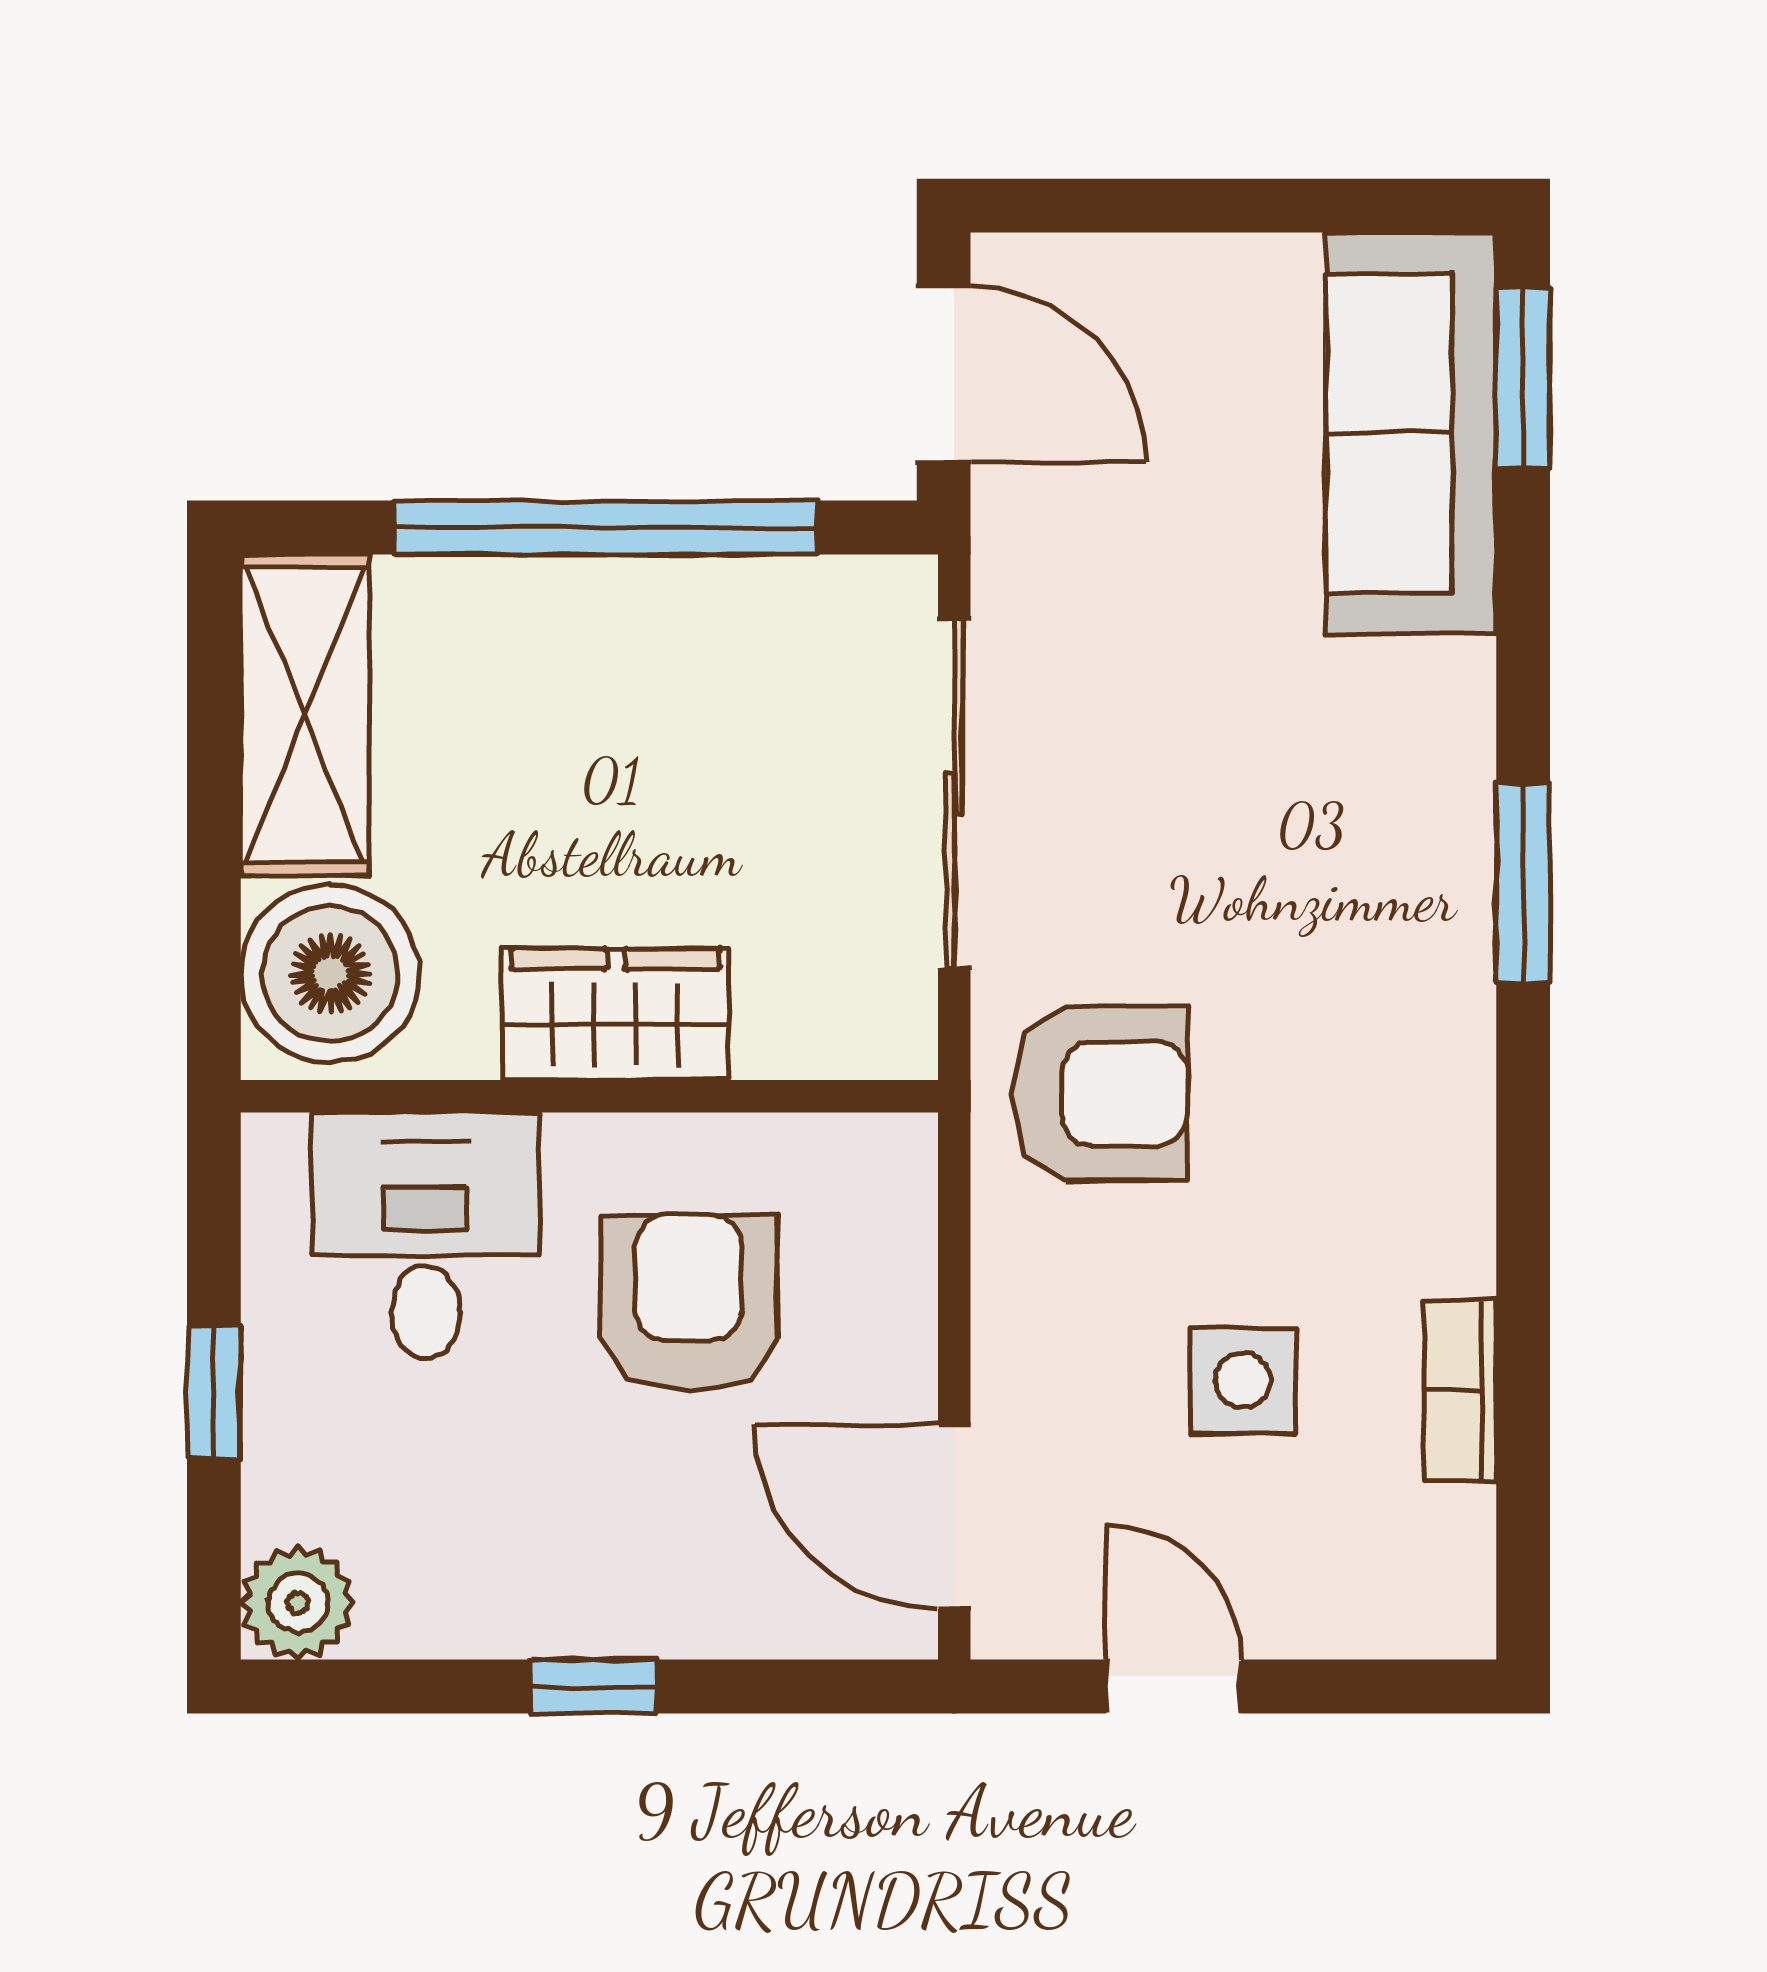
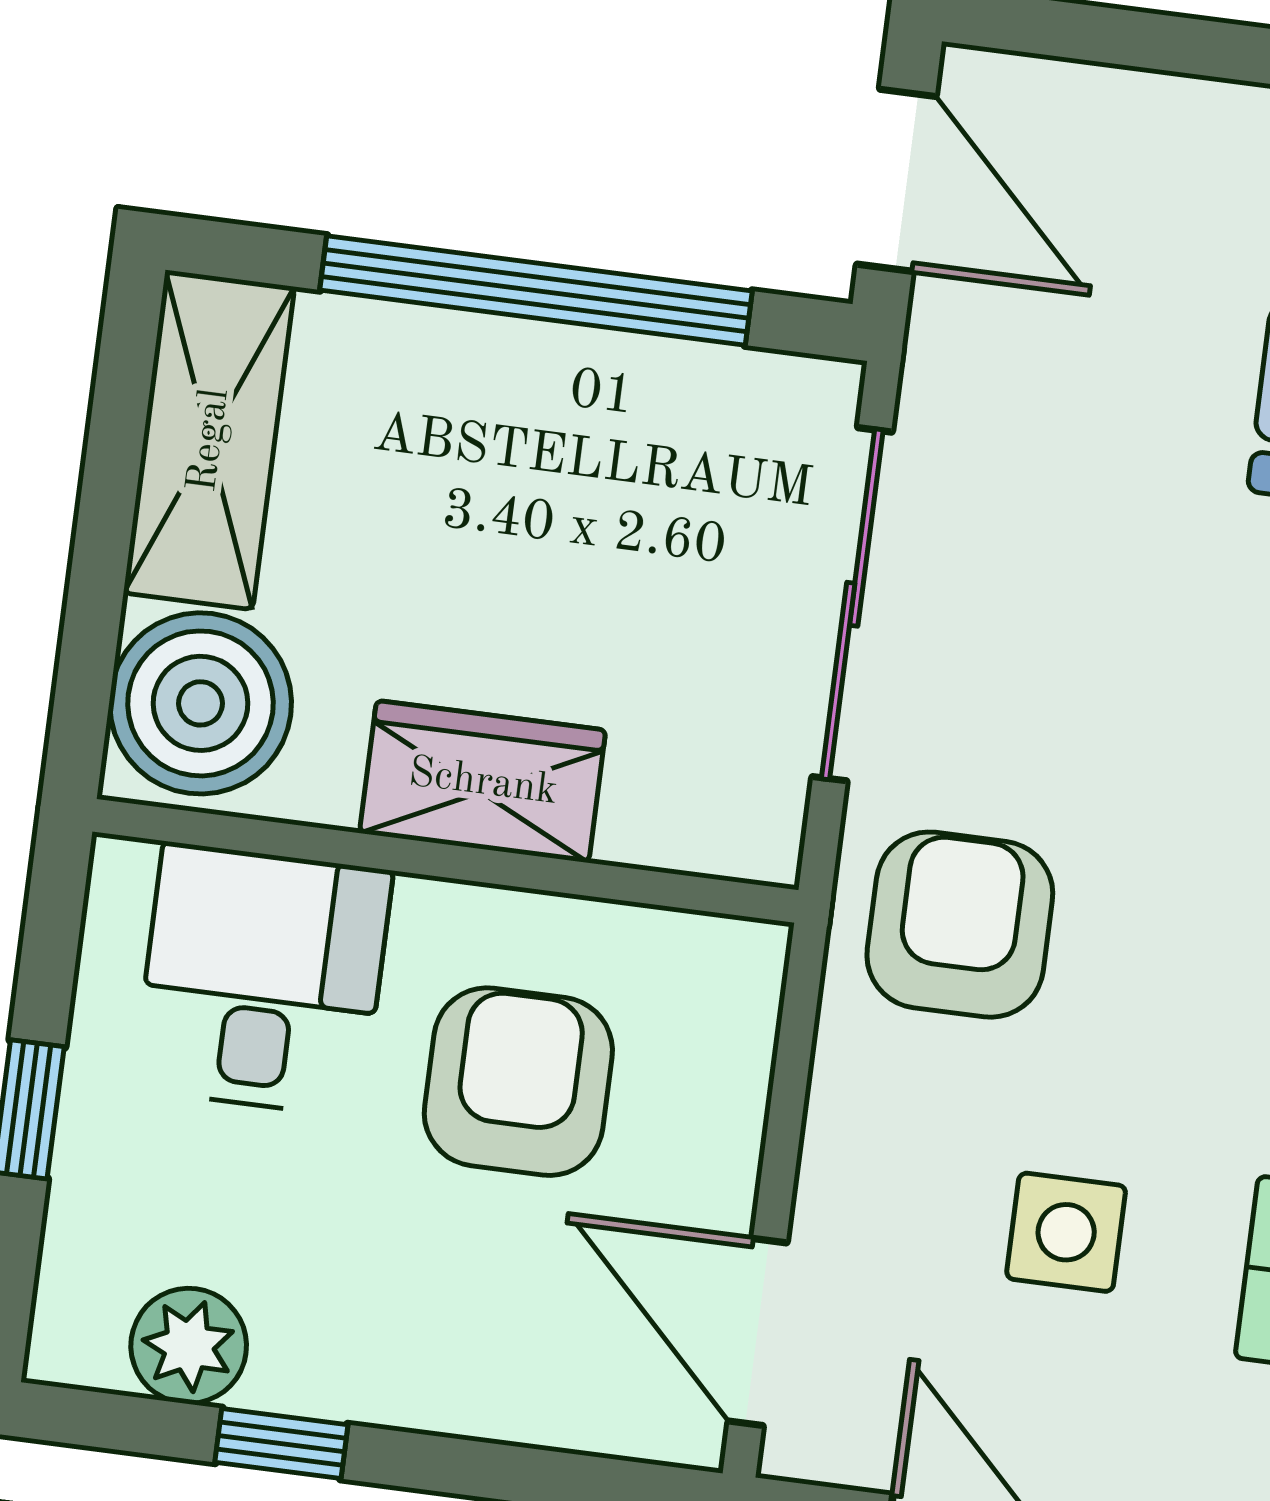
armchair: (1100, 1093) -> (960, 925), turned -90
plant: (298, 1603) -> (189, 1346), moved
window: (593, 1687) -> (281, 1444), moved

